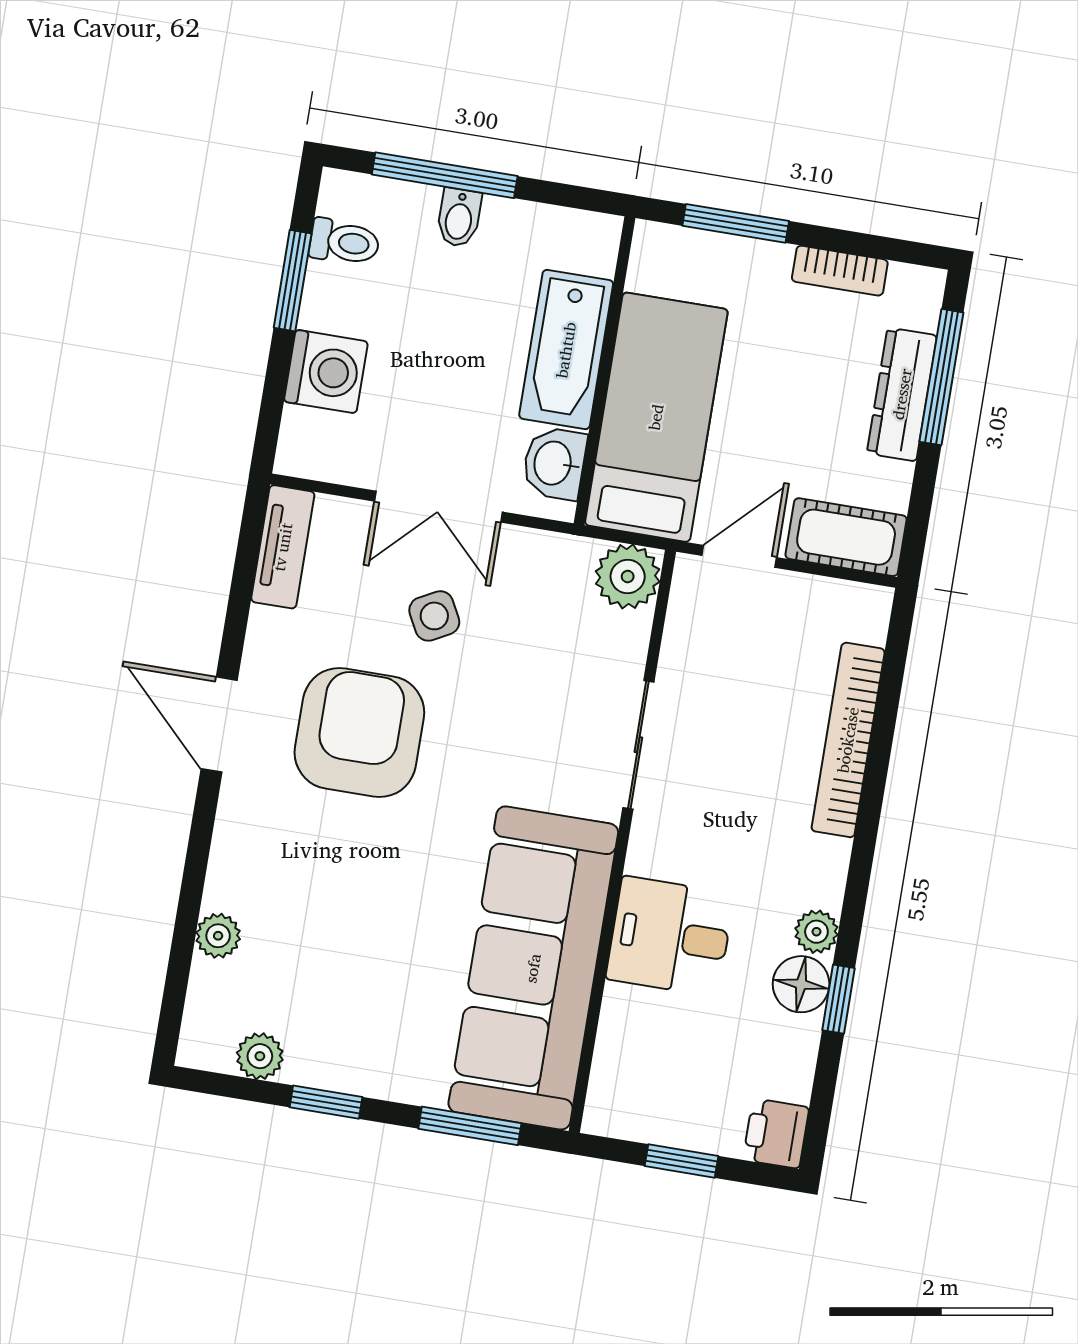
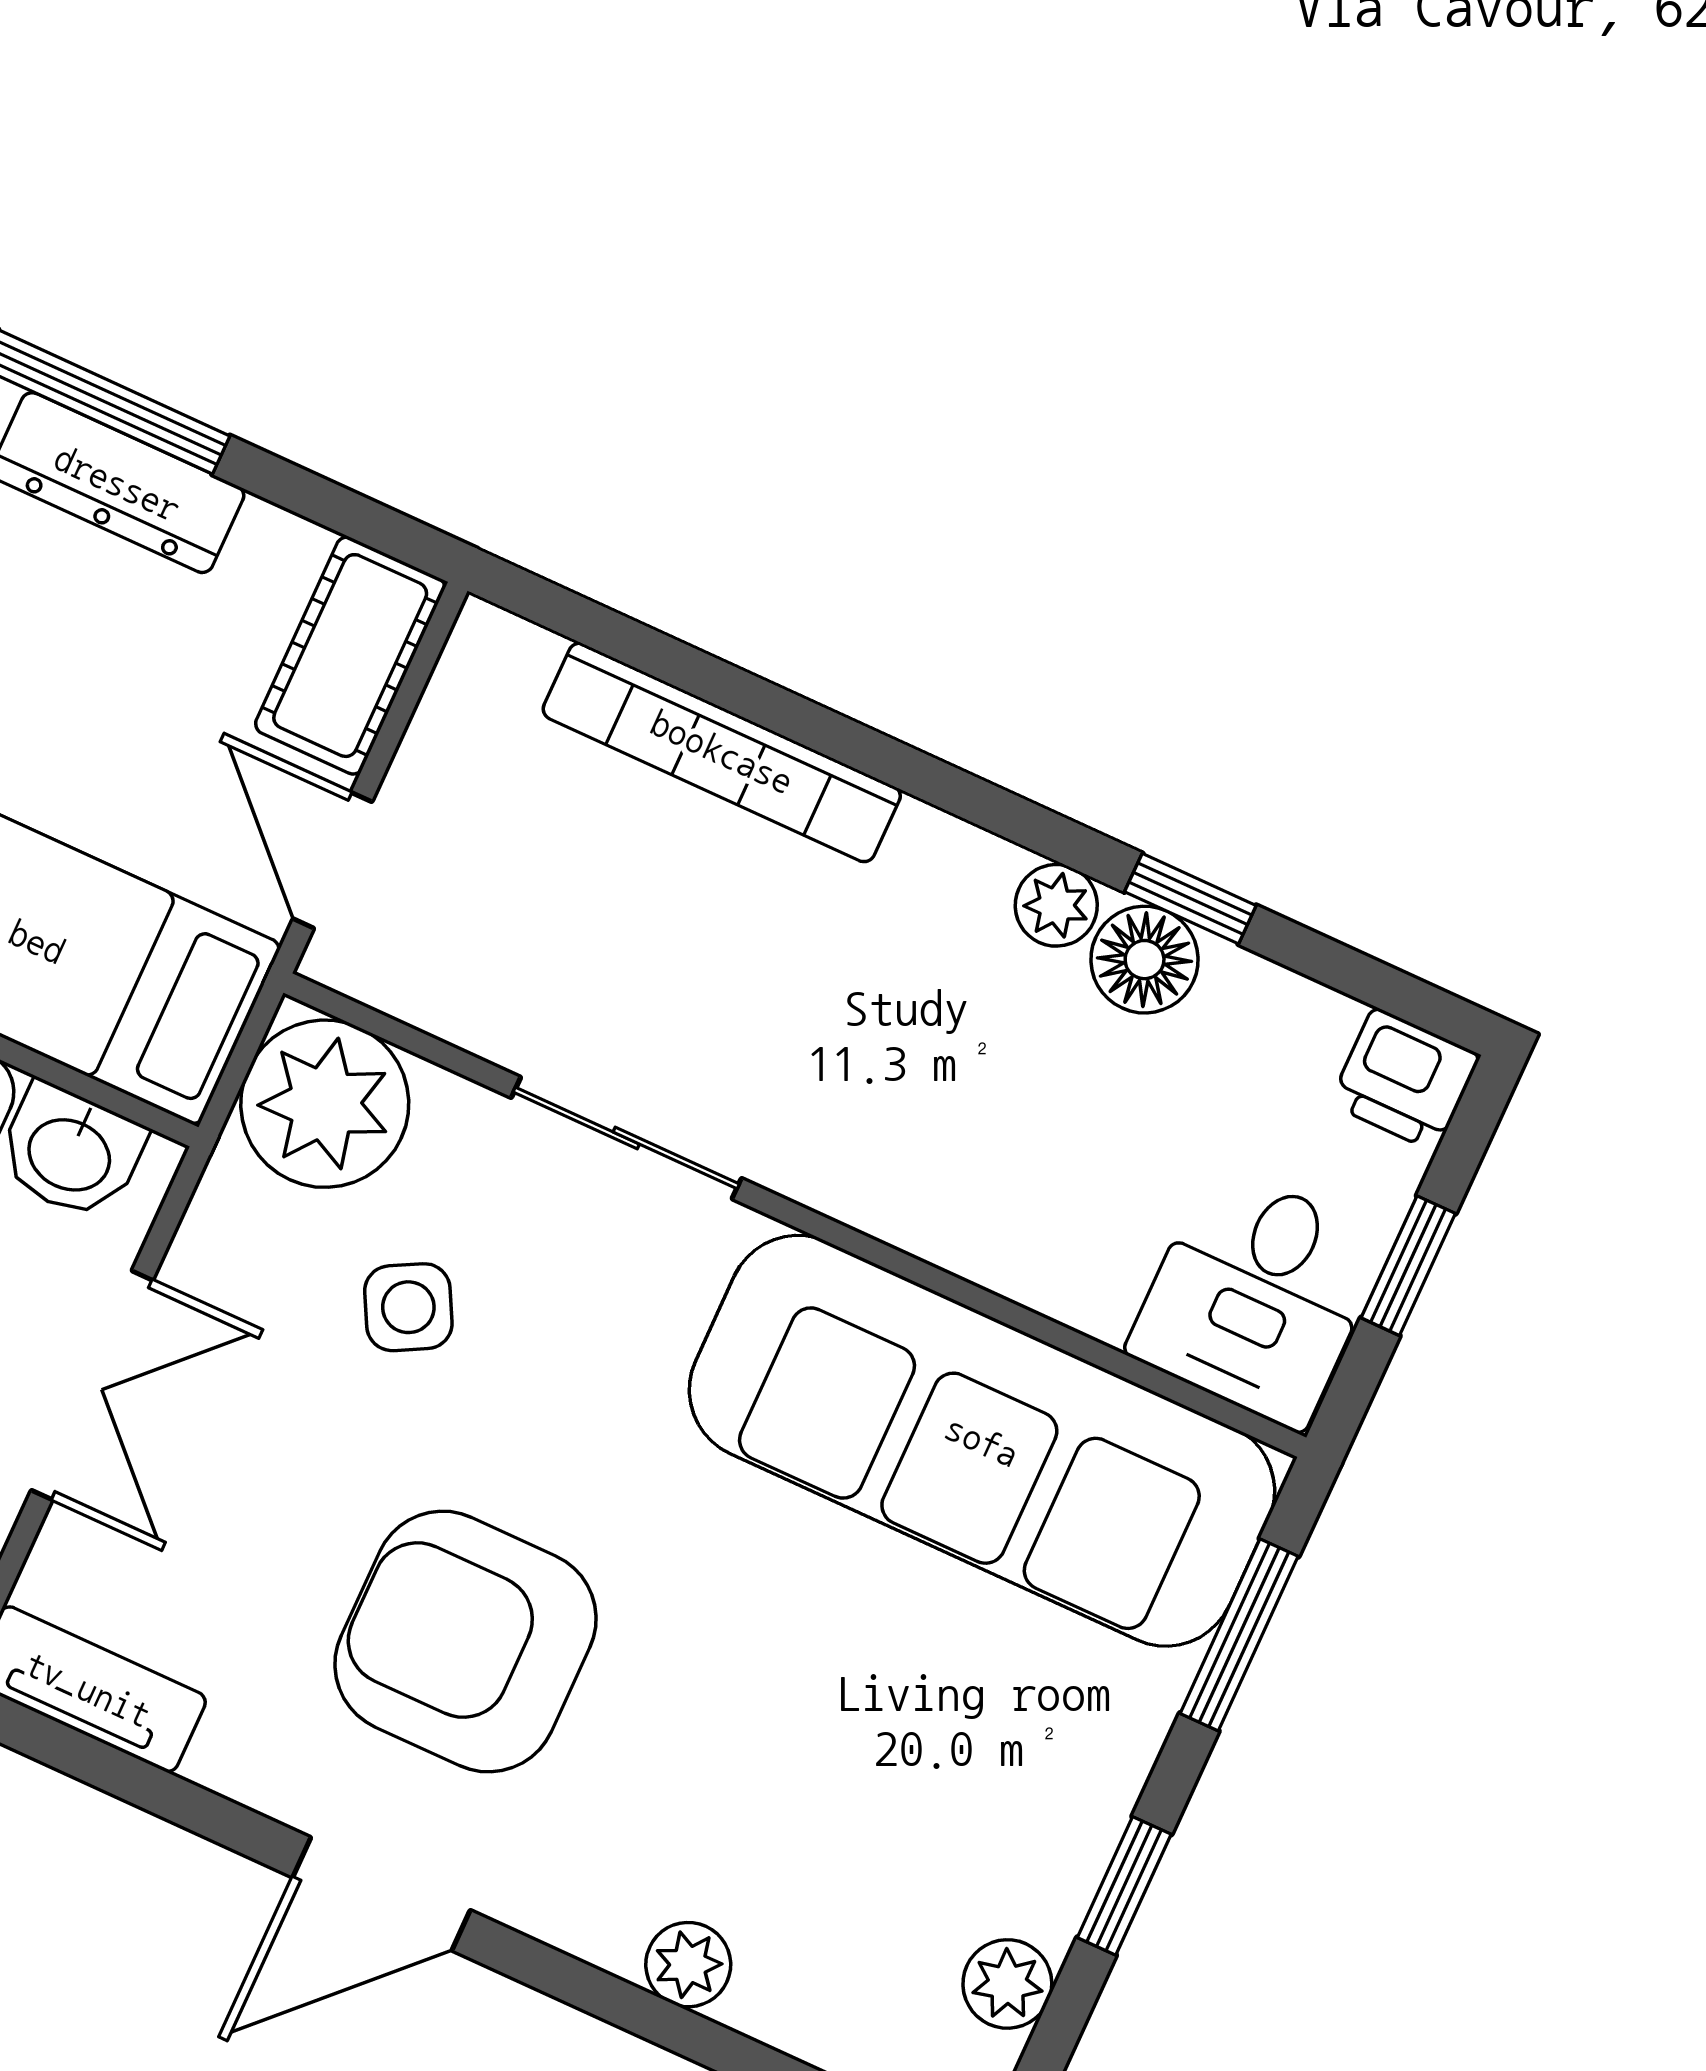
plant: (628, 577) -> (325, 1104), width x1.36, depth x1.36
side table: (434, 616) -> (408, 1307), moved
plant: (218, 936) -> (688, 1965), moved
desk: (670, 936) -> (1257, 1296), moved

